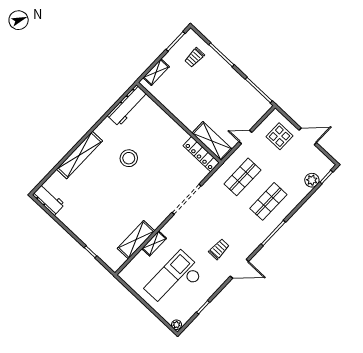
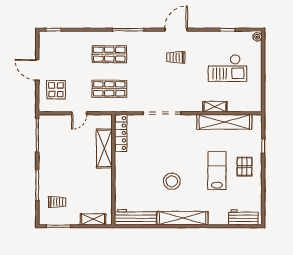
door: (245, 137) -> (79, 113), hinge flipped
shelving: (212, 141) -> (104, 148), moved
shelving: (79, 155) -> (182, 218), moved
plant: (312, 180) -> (65, 38), removed
workbench: (49, 200) -> (243, 217), moved, turned 90
lab bench: (105, 200) -> (217, 171), added
pallet: (88, 223) -> (245, 167), added
shelving: (136, 240) -> (224, 122), width x1.47
door: (239, 269) -> (176, 30), hinge flipped
checkout: (174, 280) -> (227, 68), width x0.73, depth x0.83

